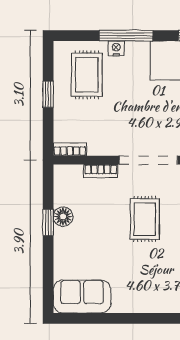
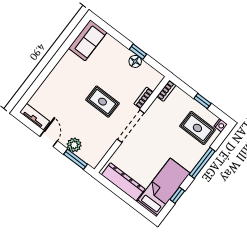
nightstand: (116, 48) -> (221, 125), moved

